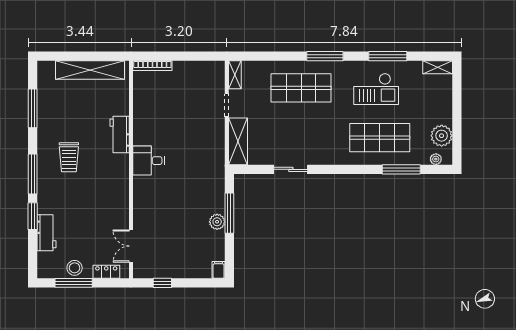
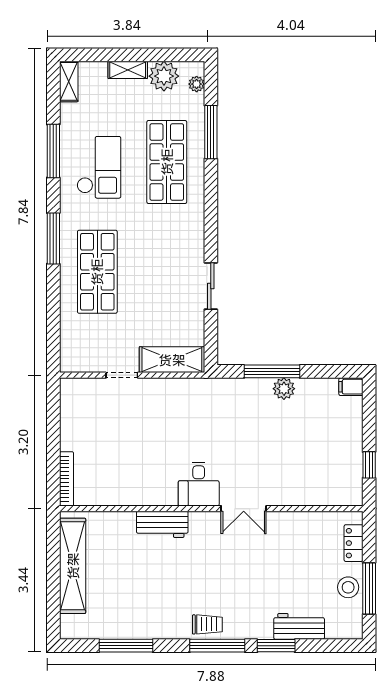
shelving: (235, 75) -> (128, 70), moved
trolley: (69, 157) -> (207, 624), moved, width x0.73, depth x0.72
double door: (131, 246) -> (244, 509), moved

